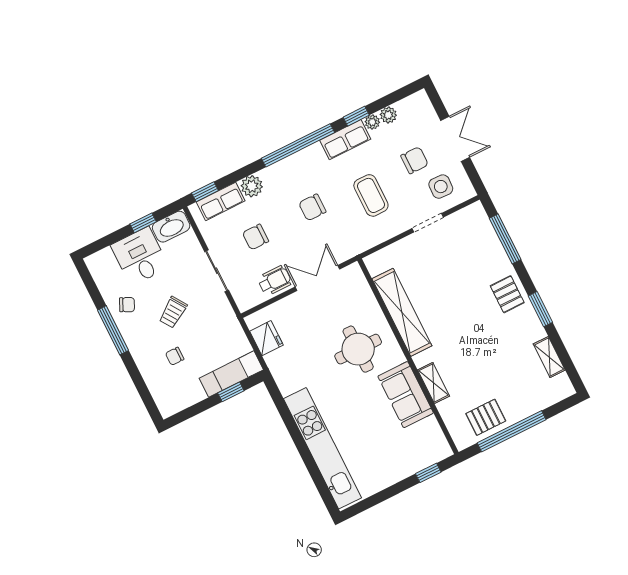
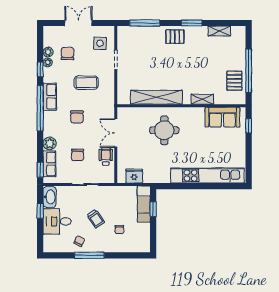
row of seats: (345, 140) -> (50, 97), moved
chair: (414, 160) -> (68, 54), moved
sofa: (406, 395) -> (222, 117), moved

